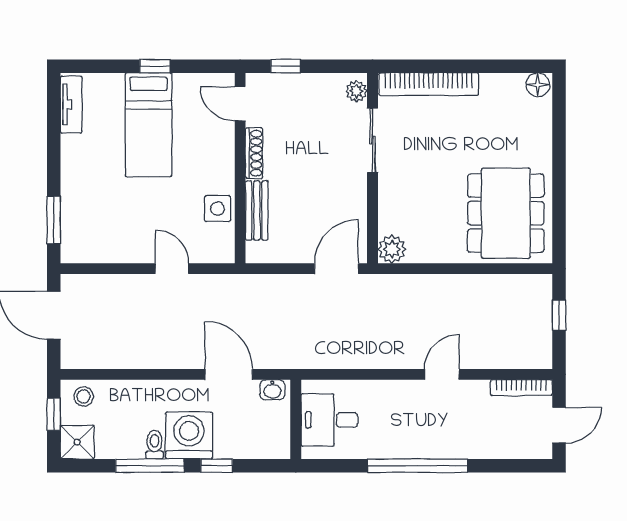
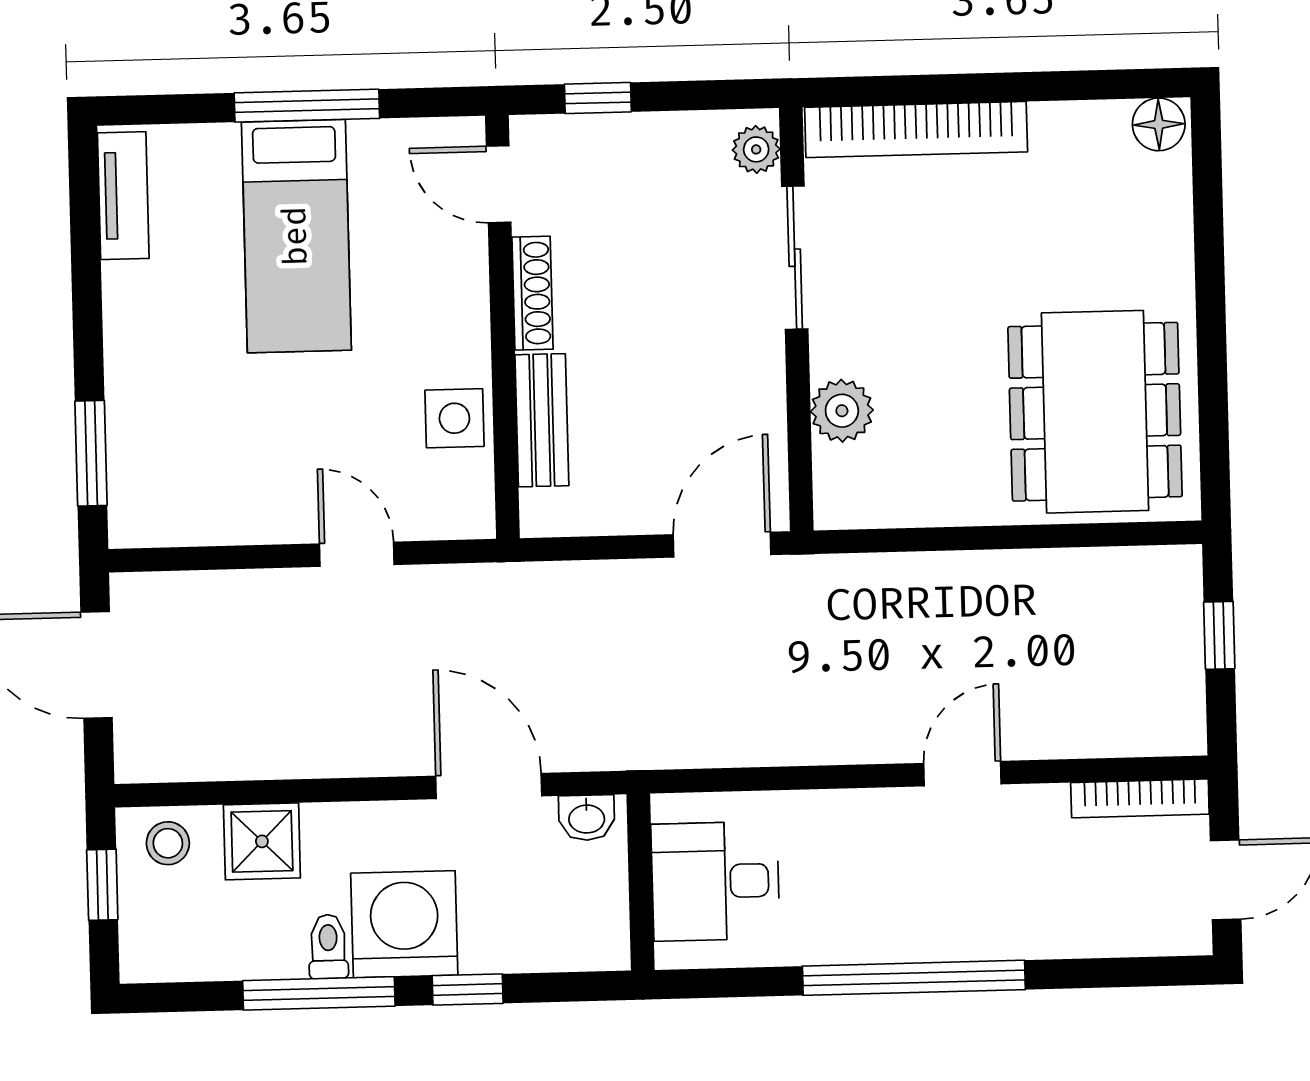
window: (155, 66) -> (307, 106), width x2.17
plant: (392, 249) -> (842, 411), moved
shower: (77, 442) -> (262, 841), moved

